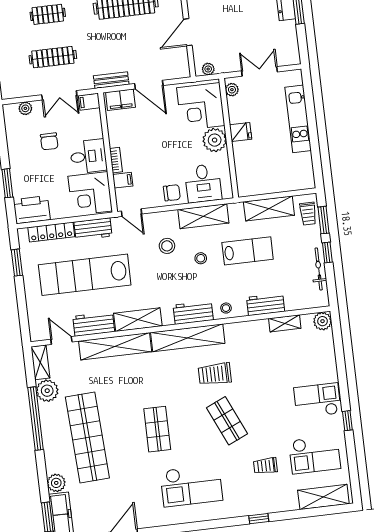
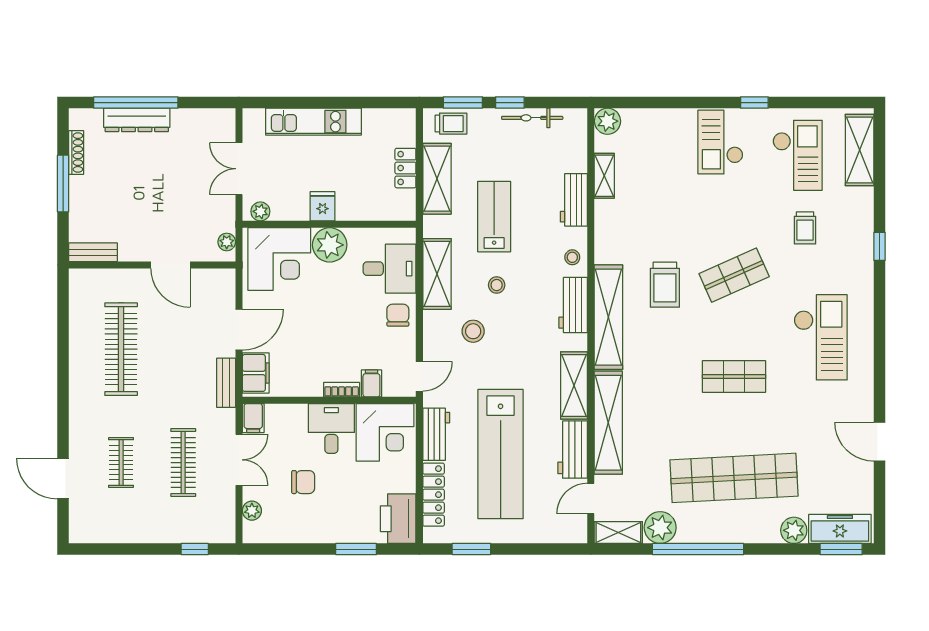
locker: (274, 186) -> (405, 168), added

